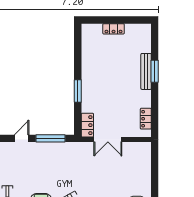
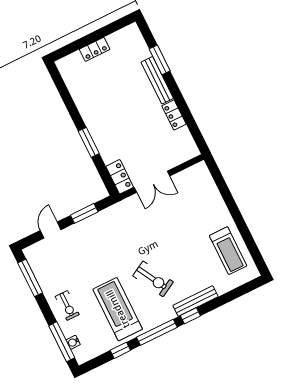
window: (155, 71) -> (160, 60), moved
locker: (146, 119) -> (174, 115), moved
window: (50, 138) -> (84, 213), width x0.69

